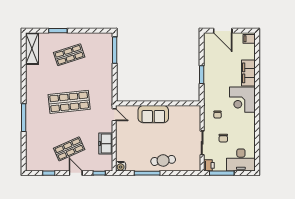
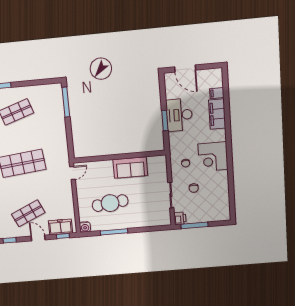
filing cabinet: (249, 39) -> (217, 93), moved
corner desk: (242, 100) -> (213, 157), moved
sofa: (153, 114) -> (130, 167), moved
door: (114, 115) -> (72, 173), hinge flipped
freezer: (106, 144) -> (60, 227), moved, turned 90
cafe table: (163, 160) -> (110, 203), moved, width x1.37, depth x1.35
desk: (241, 160) -> (179, 115), moved, turned 90

